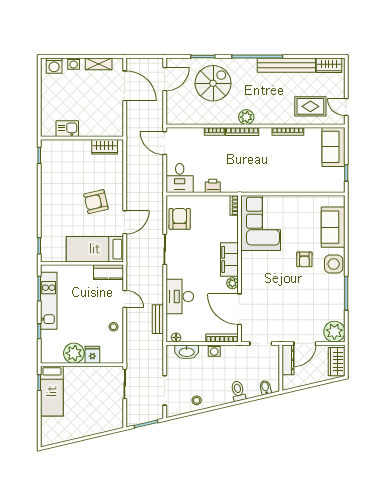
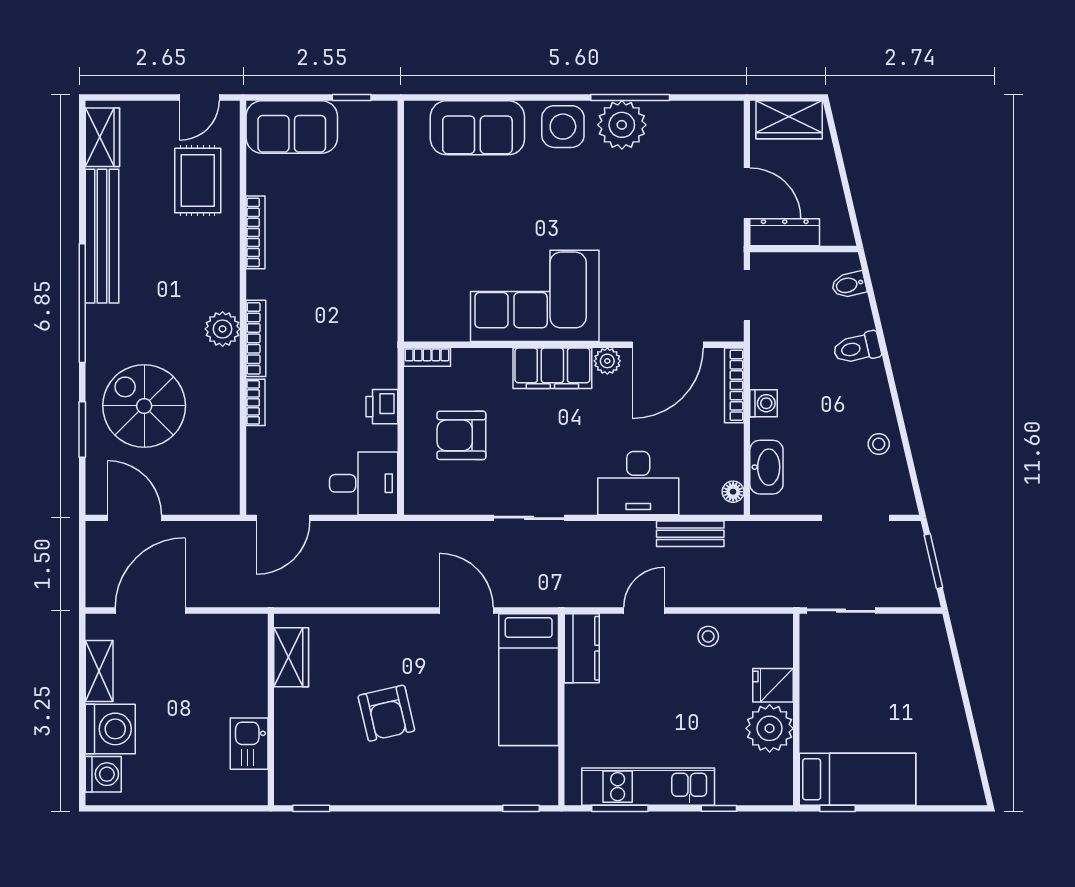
washing machine: (74, 64) -> (110, 729), width x1.89, depth x1.89
armchair: (96, 202) -> (386, 713), moved
armchair: (180, 219) -> (461, 435), moved
corner sofa: (261, 223) -> (535, 296), moved
armchair: (304, 259) -> (552, 194), removed
plant: (334, 332) -> (622, 125), moved

